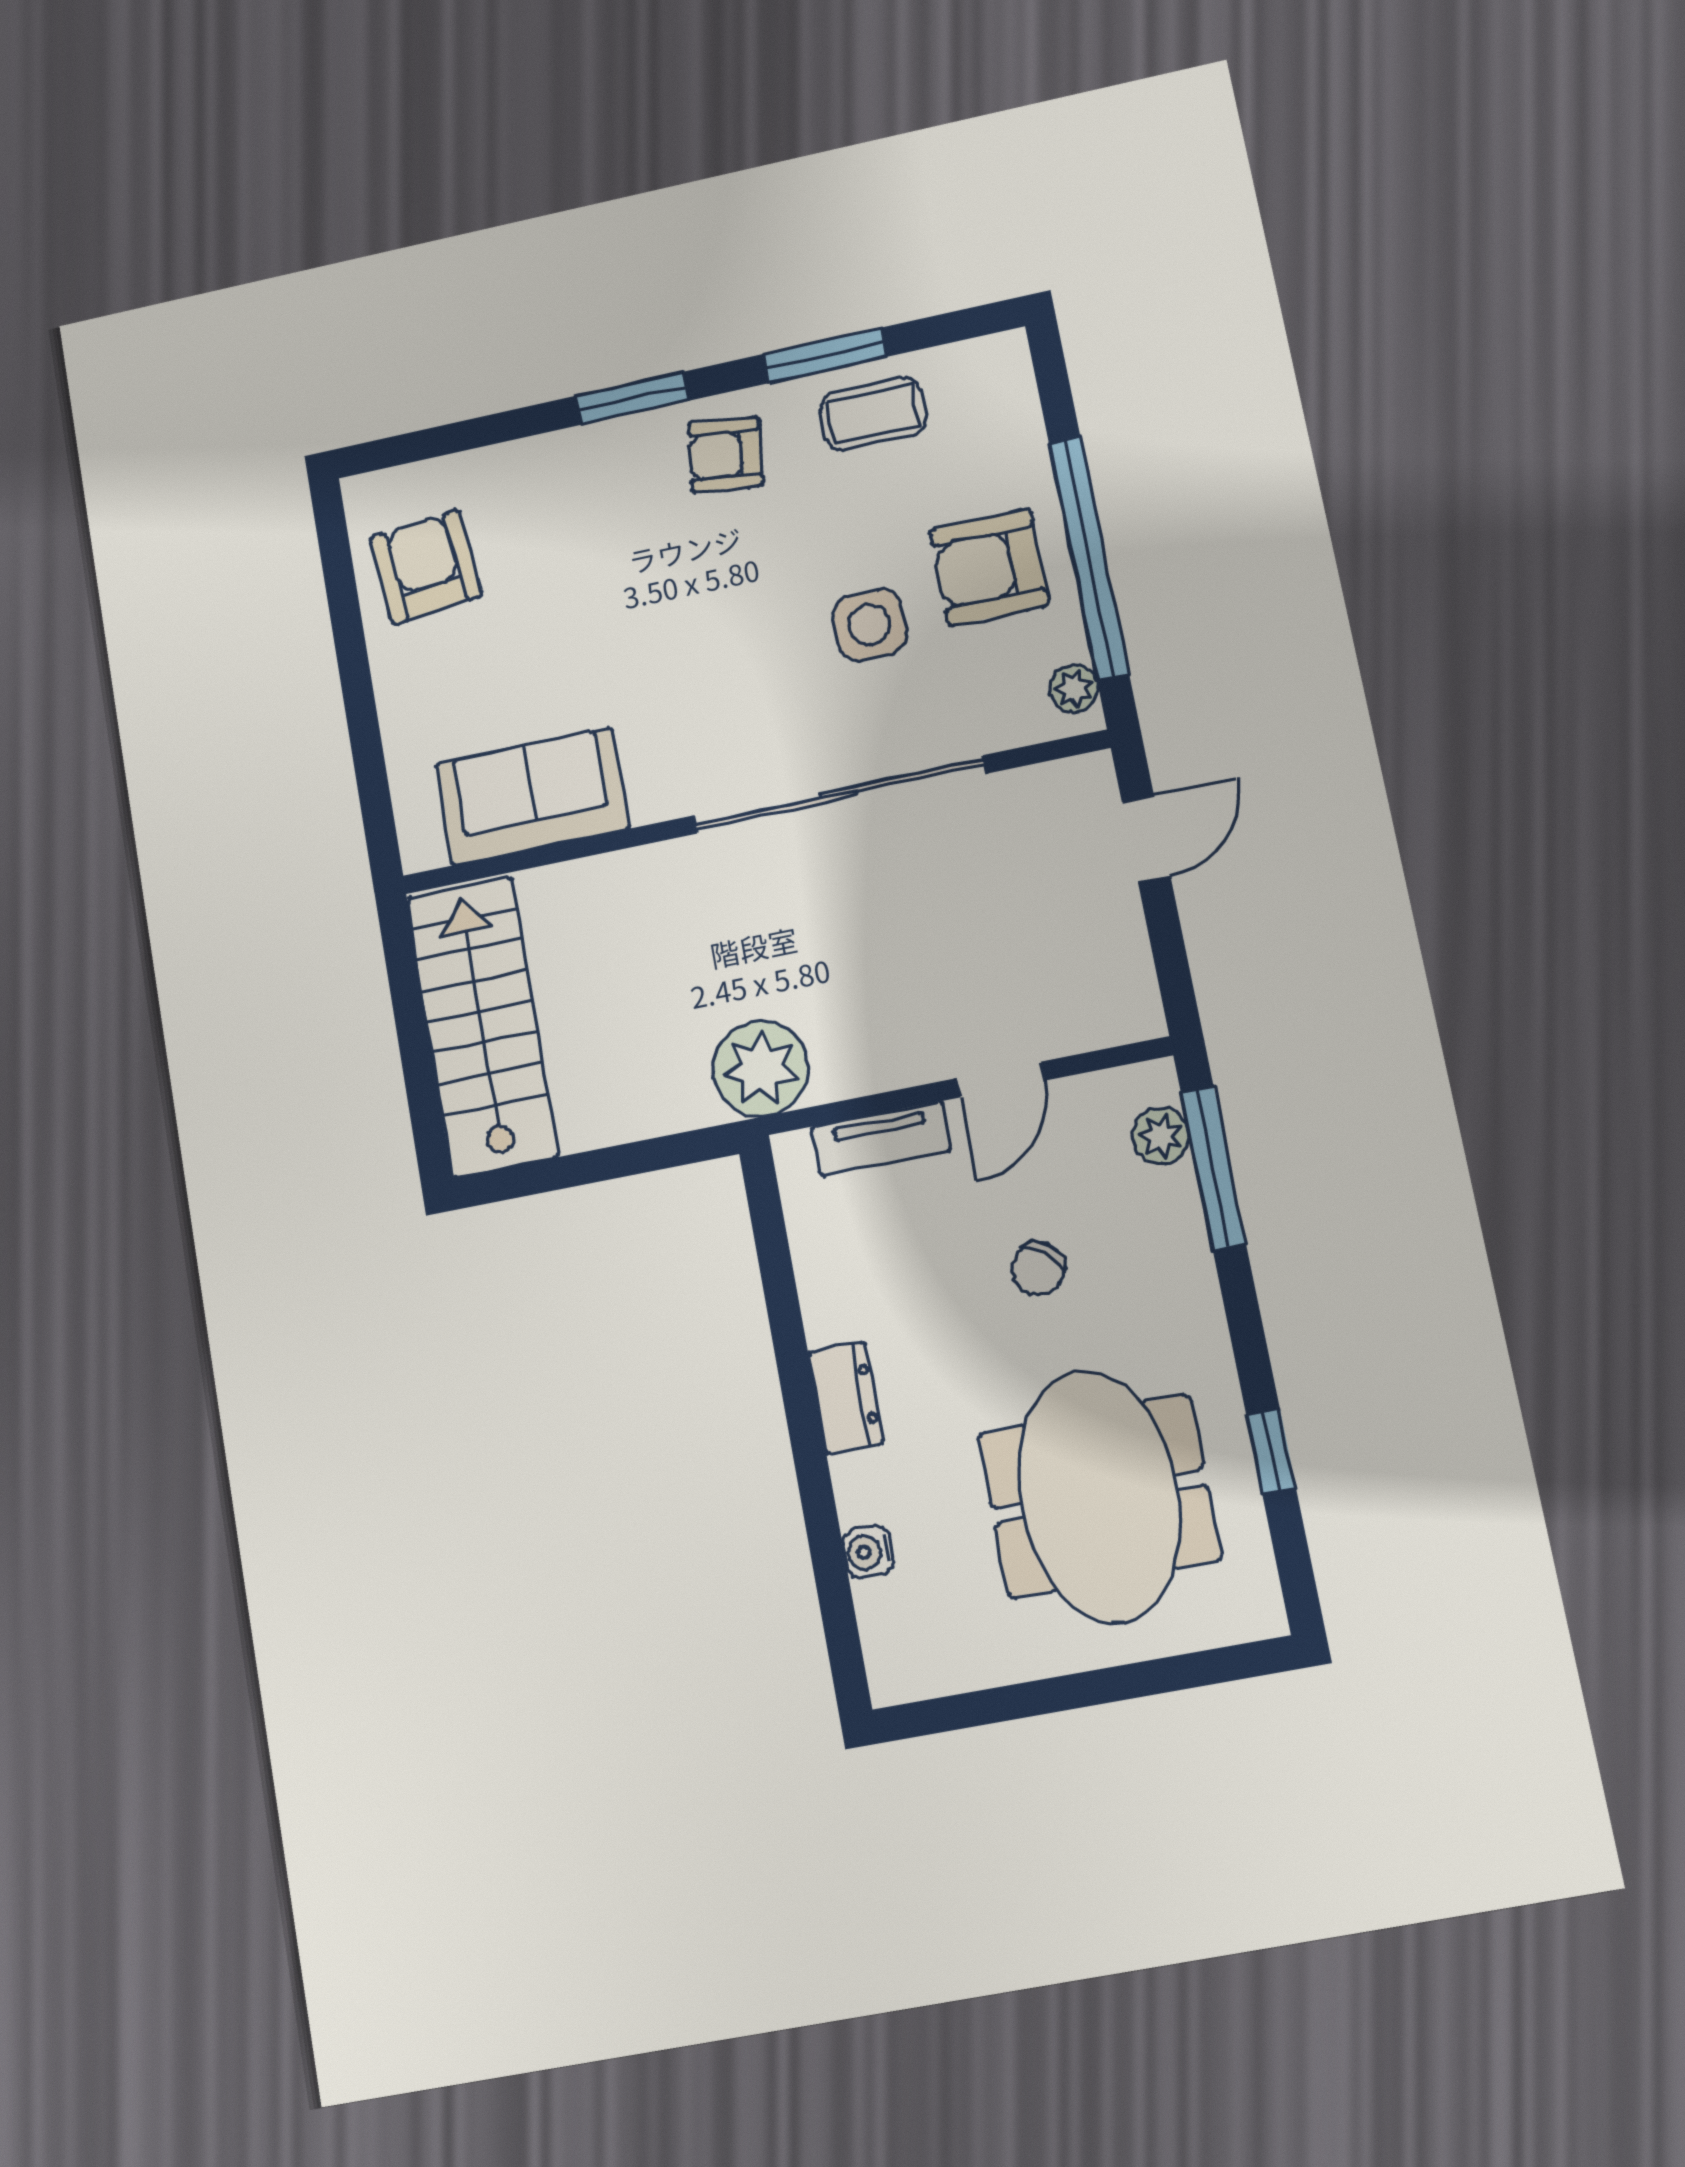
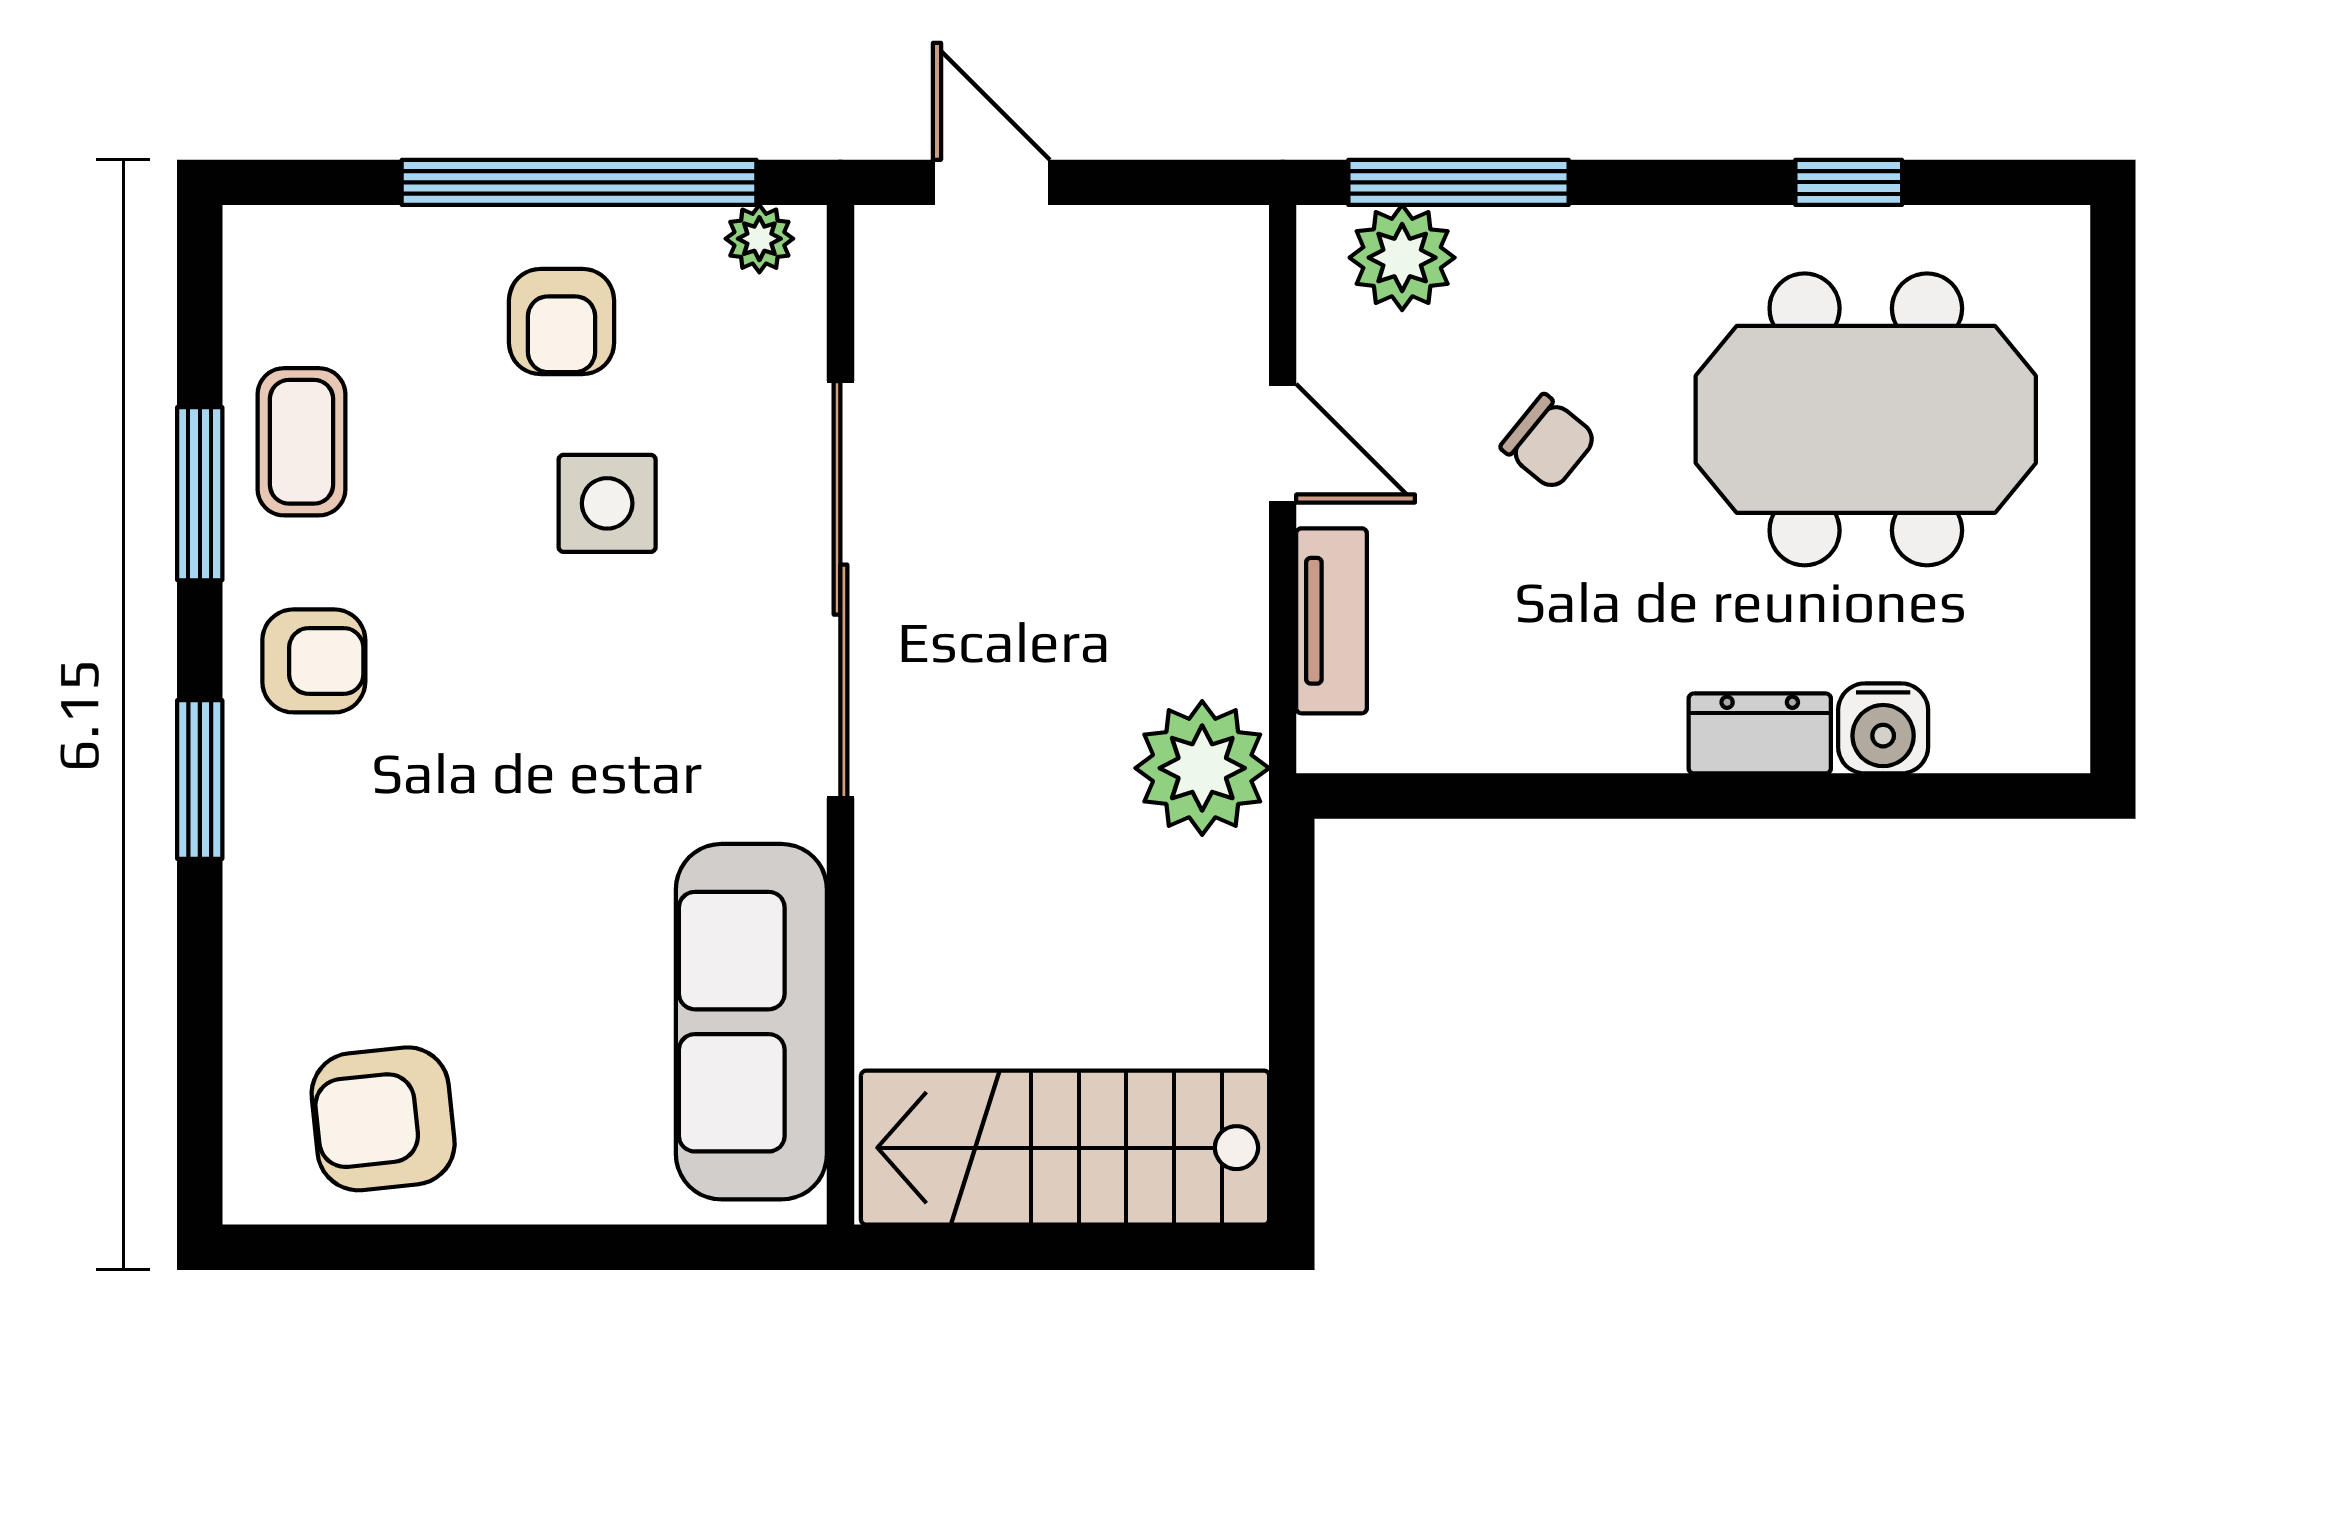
armchair: (725, 455) -> (314, 661), turned -97
armchair: (989, 567) -> (562, 322), width x0.72, depth x0.72
sofa: (532, 796) -> (751, 1022), width x1.36
plant: (1161, 1136) -> (1402, 258), width x1.38, depth x1.38
dresser: (846, 1398) -> (1760, 733), moved
water cooler: (868, 1552) -> (1883, 728), width x1.38, depth x1.38

